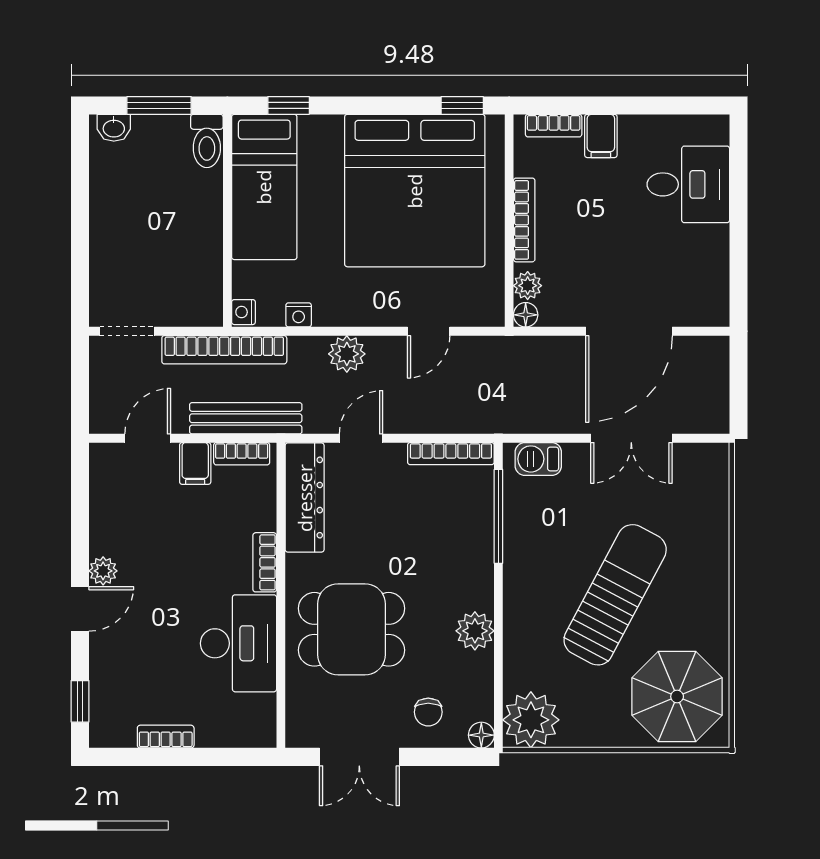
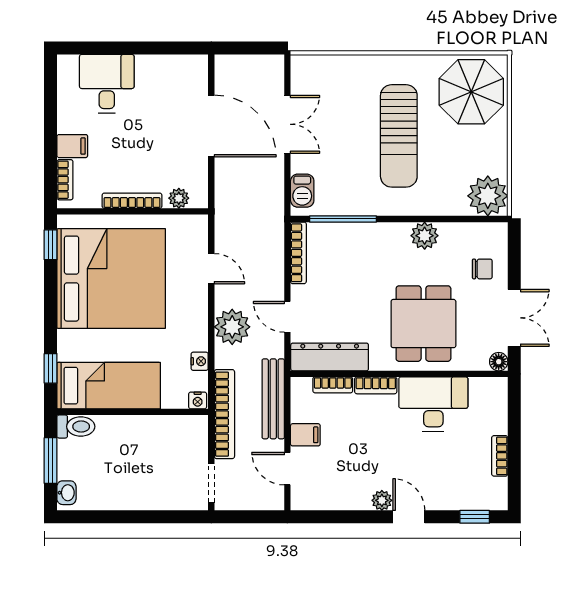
floor lamp: (526, 315) -> (200, 200), removed
plant: (347, 354) -> (232, 327), width x1.36, depth x1.36
bookcase: (242, 454) -> (333, 385), moved, turned 90
sun lounger: (615, 595) -> (399, 136), turned -118
floor lamp: (481, 735) -> (499, 362), moved

